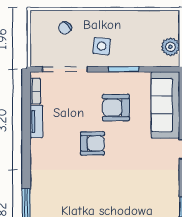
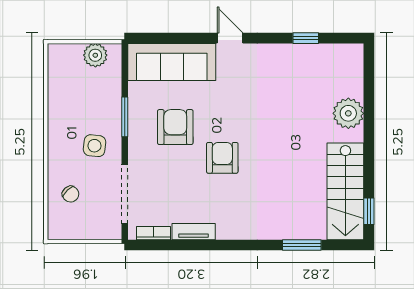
armchair: (116, 108) -> (175, 127), turned 180

